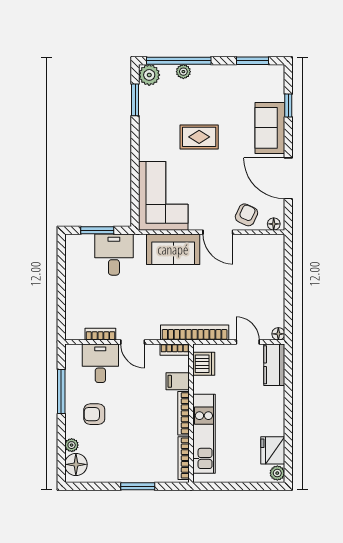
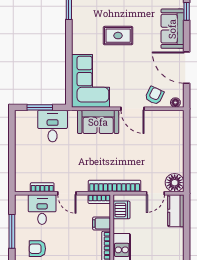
floor lamp: (278, 334) -> (175, 183), width x1.89, depth x1.89
door: (248, 342) -> (155, 193), swing flipped

